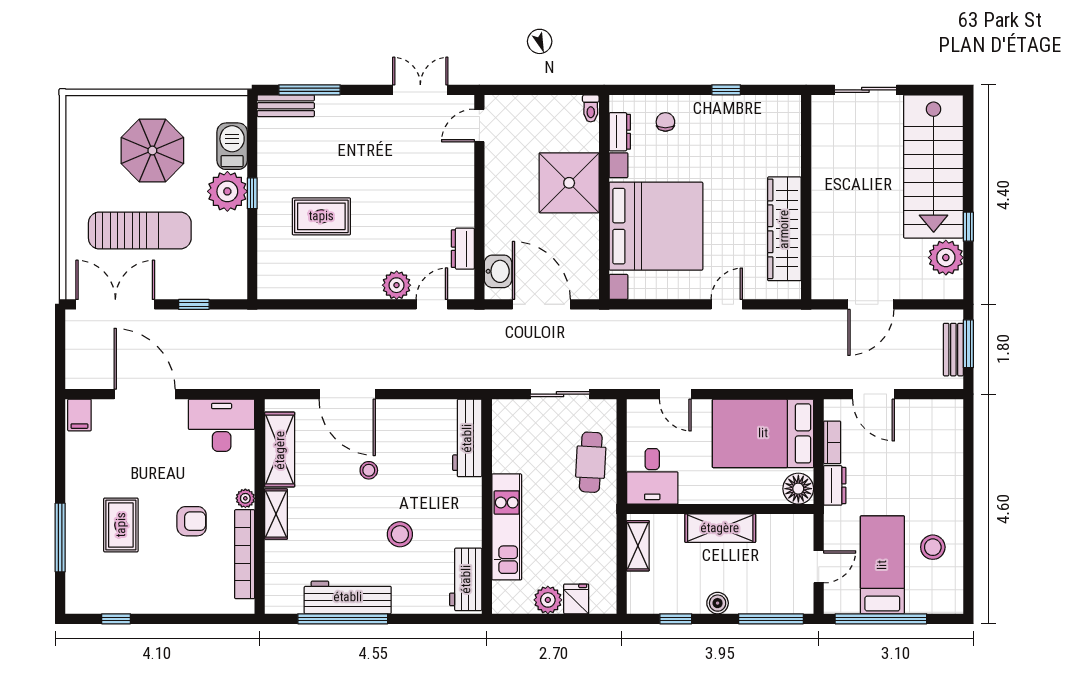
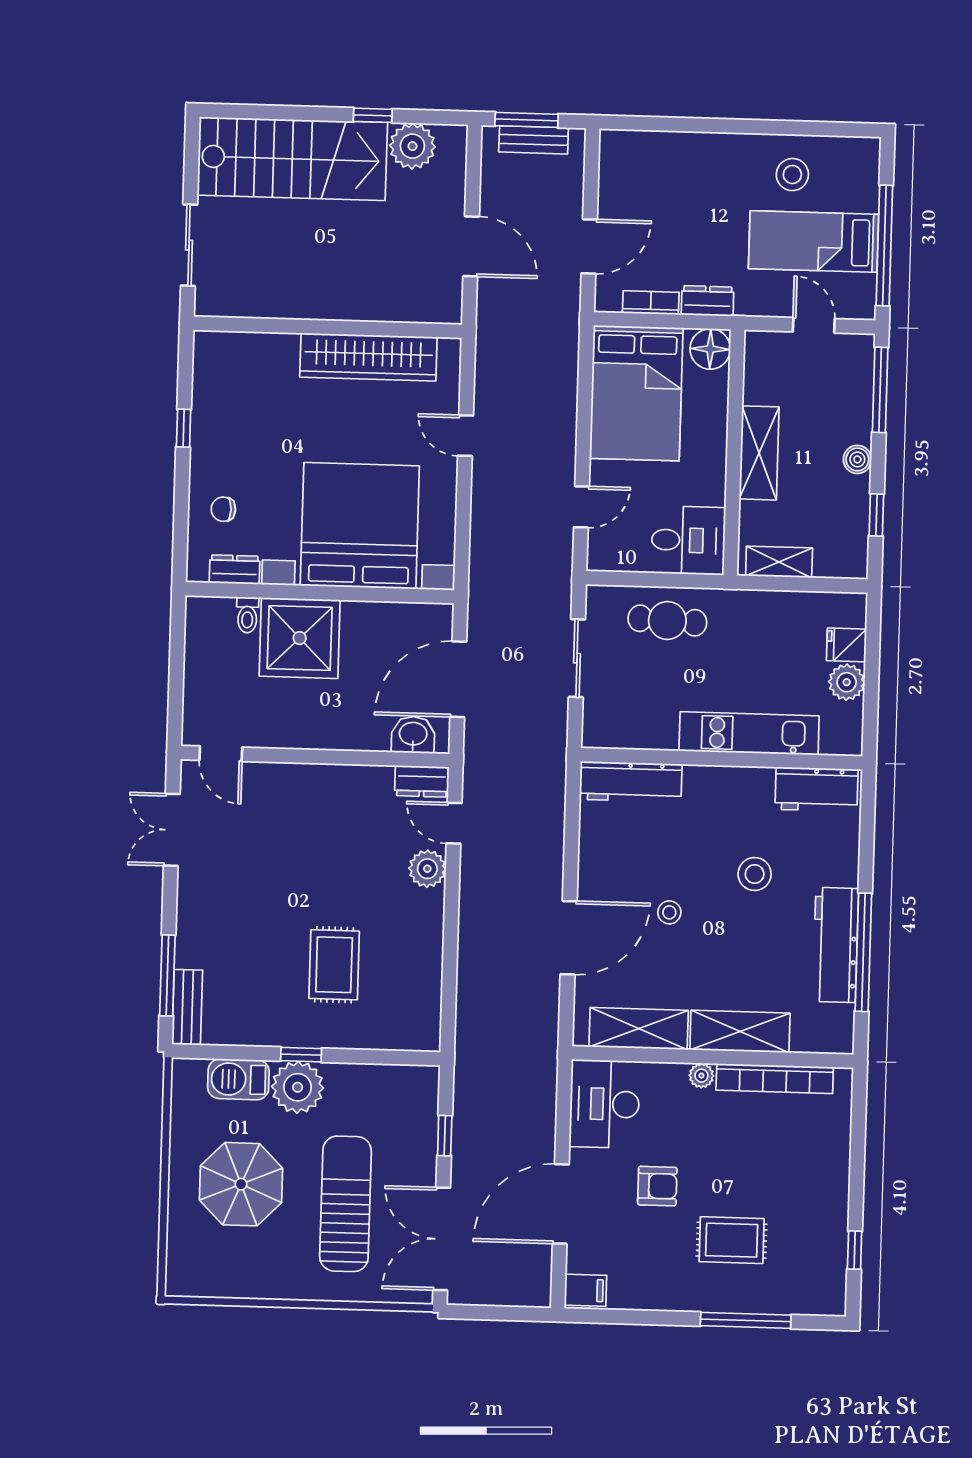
toilet: (591, 108) -> (247, 615), moved, turned 90
dresser: (463, 249) -> (422, 781), moved
shelving: (276, 514) -> (740, 1031), width x1.50, depth x1.33
armchair: (192, 521) -> (657, 1186), moved, turned 90

